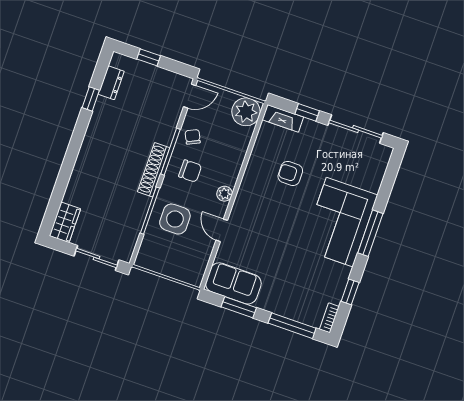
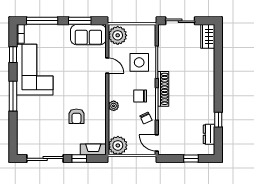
door: (190, 96) -> (157, 143), hinge flipped
armchair: (290, 173) -> (76, 116), turned 90
plant: (224, 194) -> (114, 106), moved
corner sofa: (340, 222) -> (35, 70), moved
plant: (192, 268) -> (118, 35), added

